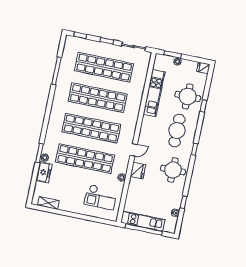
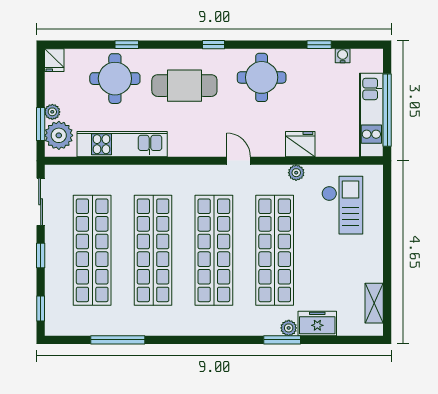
plant: (165, 62) -> (59, 135), added
fridge: (138, 171) -> (300, 144), moved

